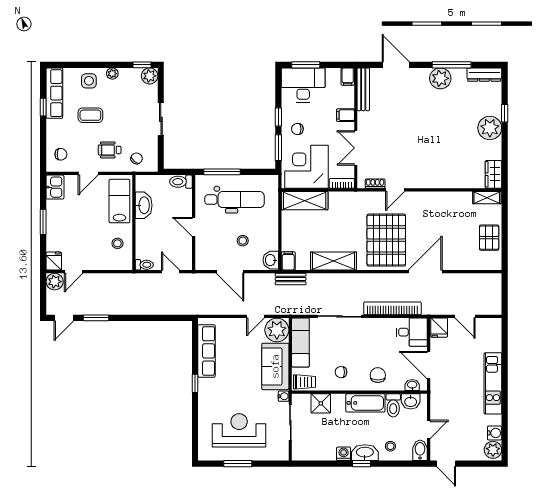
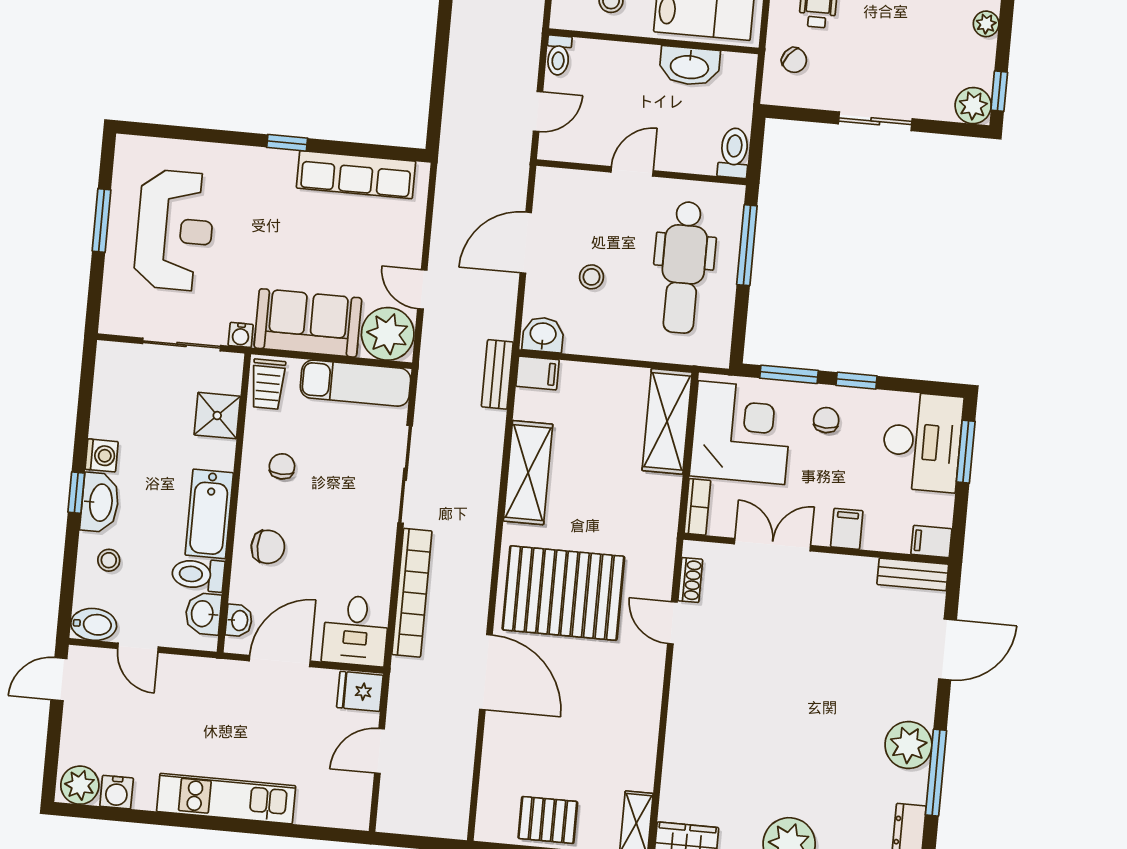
bench: (363, 89) -> (913, 574), width x0.73

